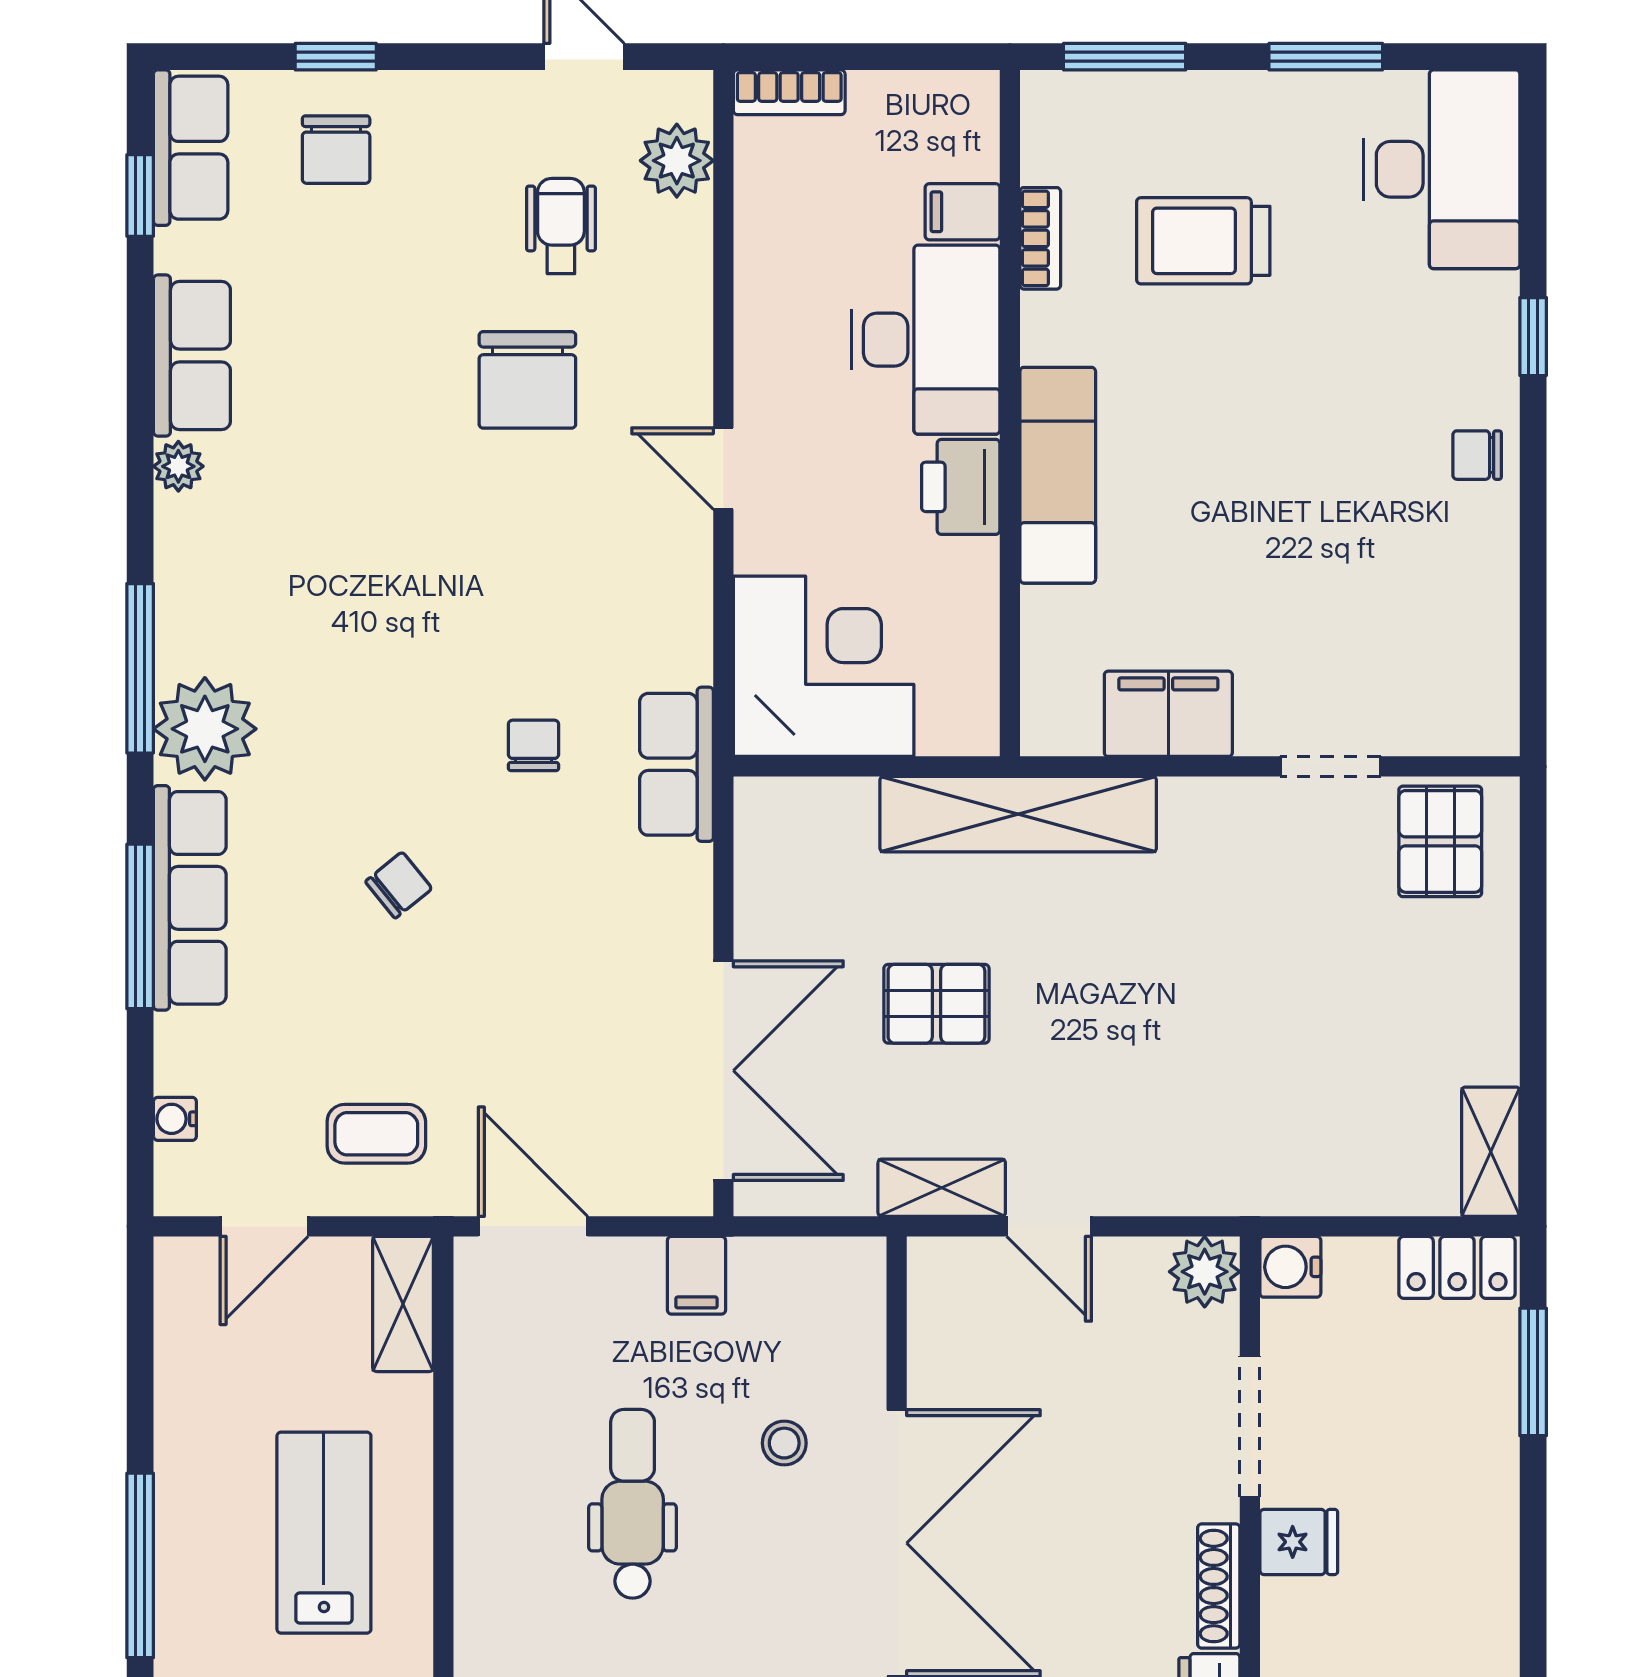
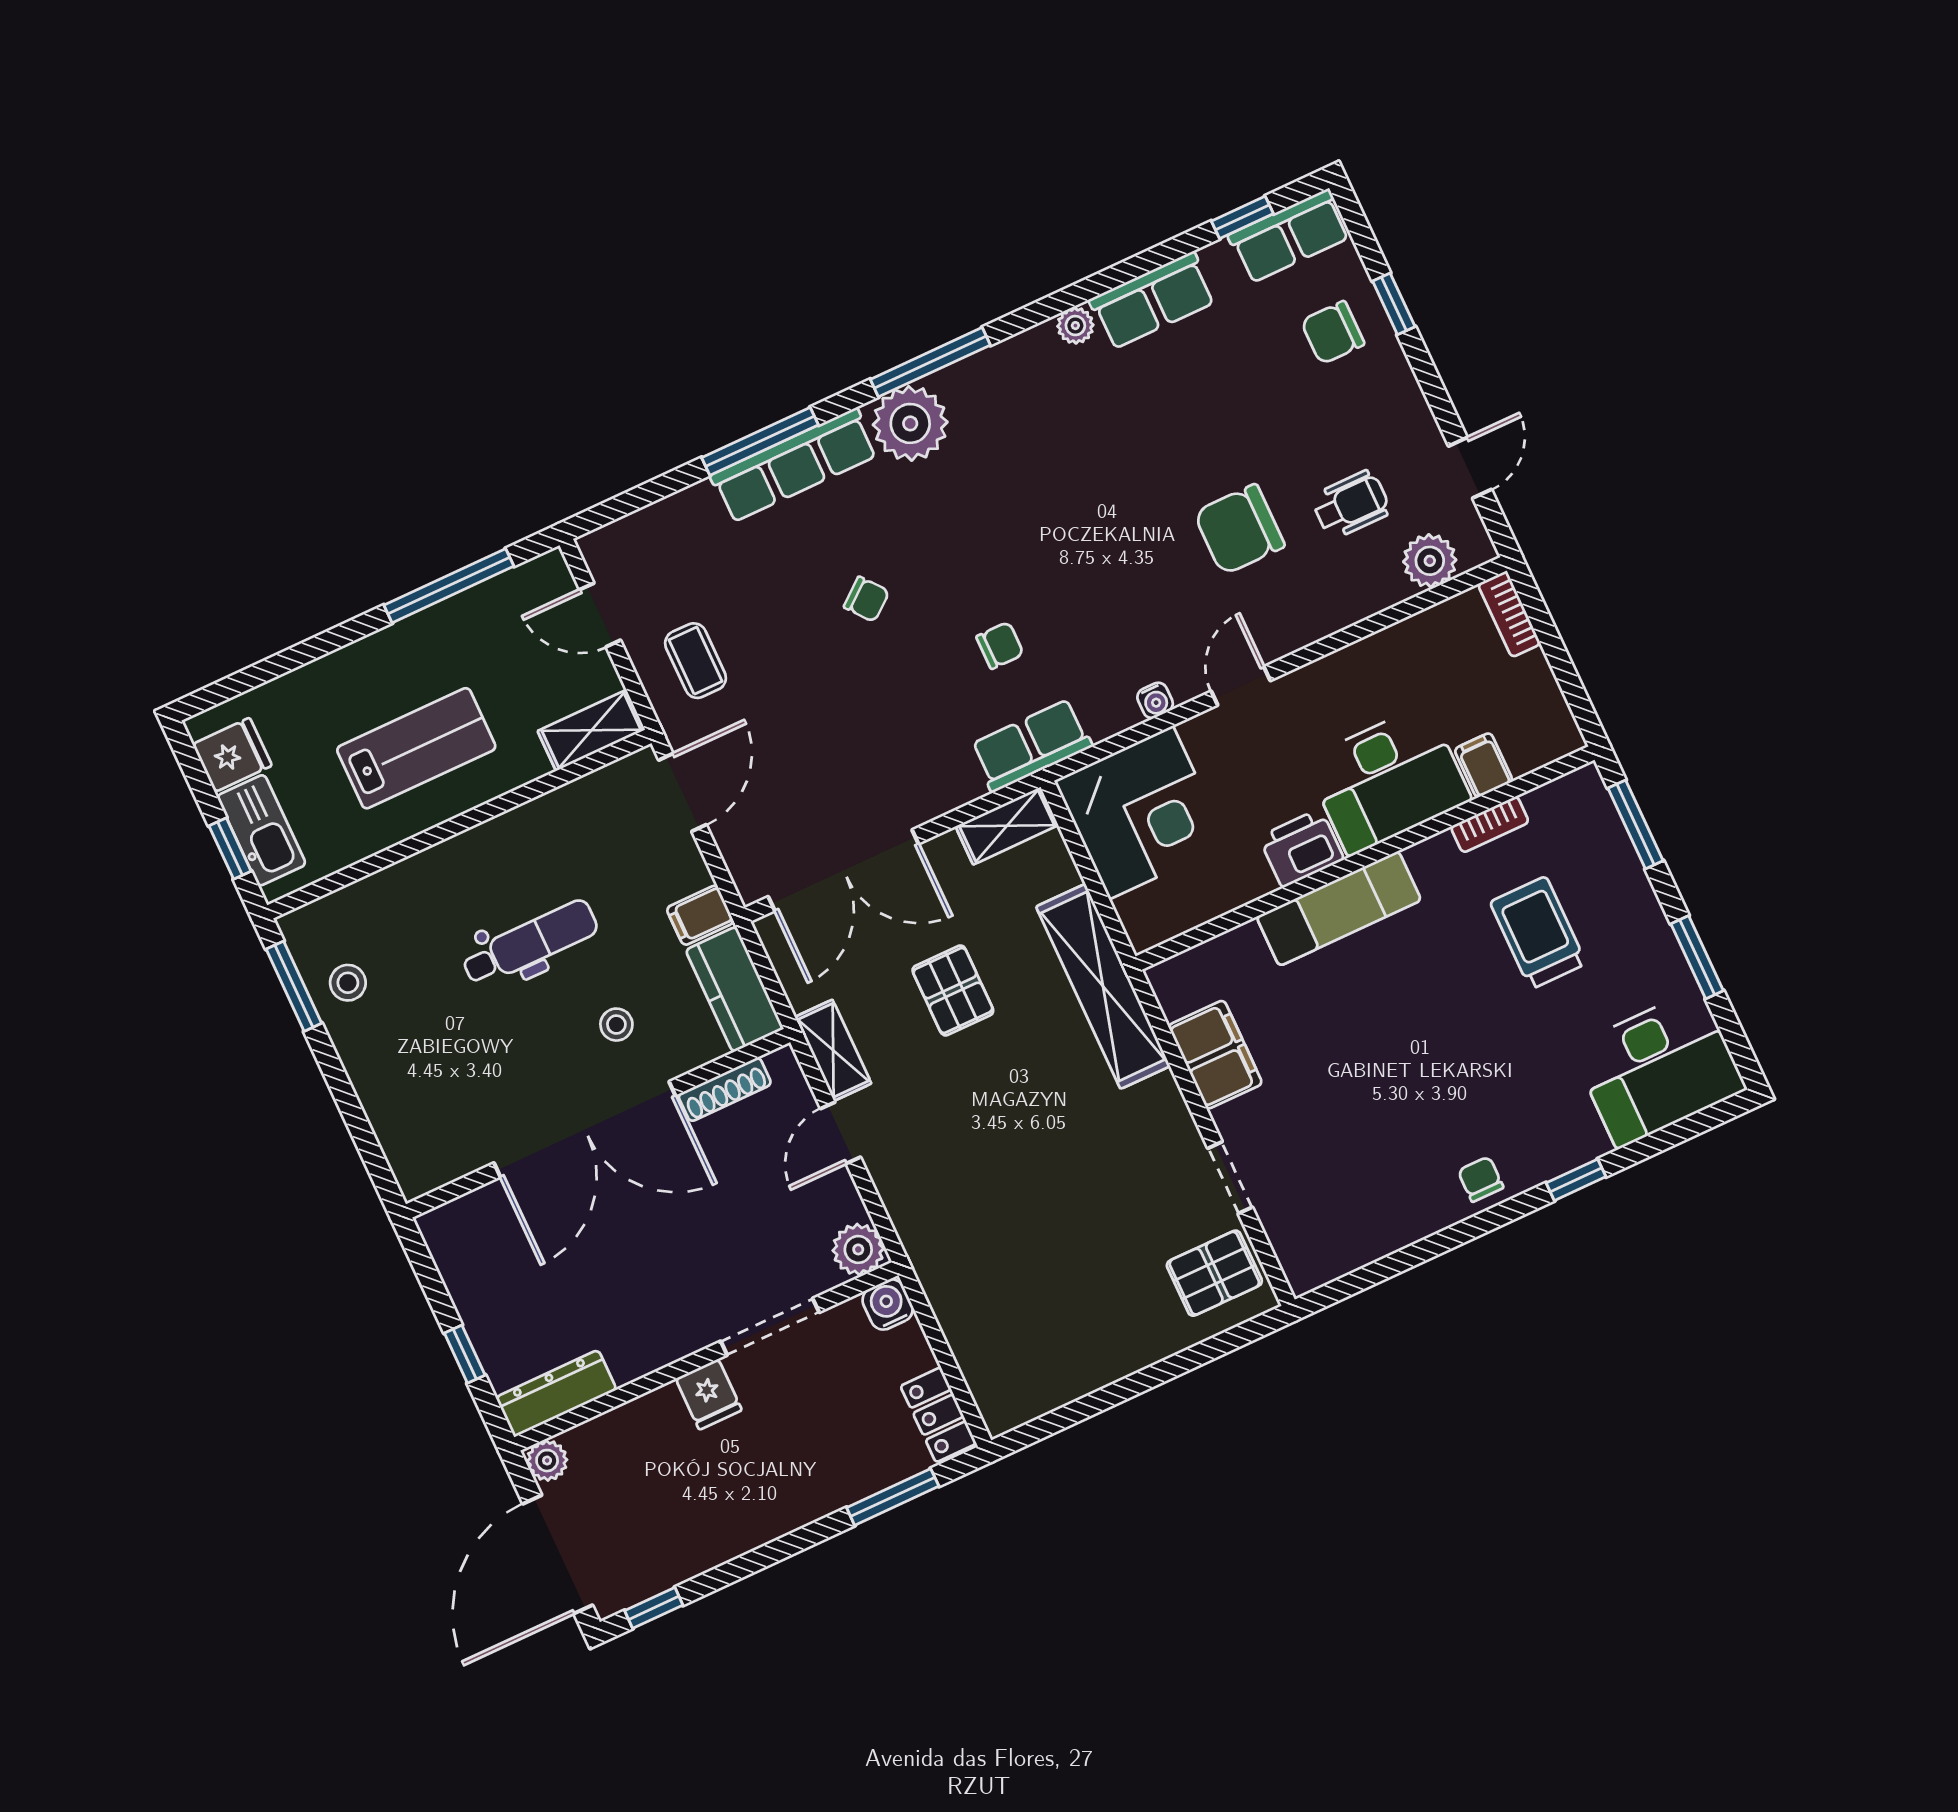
water cooler: (175, 1119) -> (1155, 700), moved, turned 180
shelving: (1491, 1152) -> (1007, 826), moved
kitchen counter: (809, 1275) -> (735, 989), added
window: (140, 1565) -> (449, 586), moved
shoe rack: (1219, 1586) -> (725, 1089), moved, turned 180

